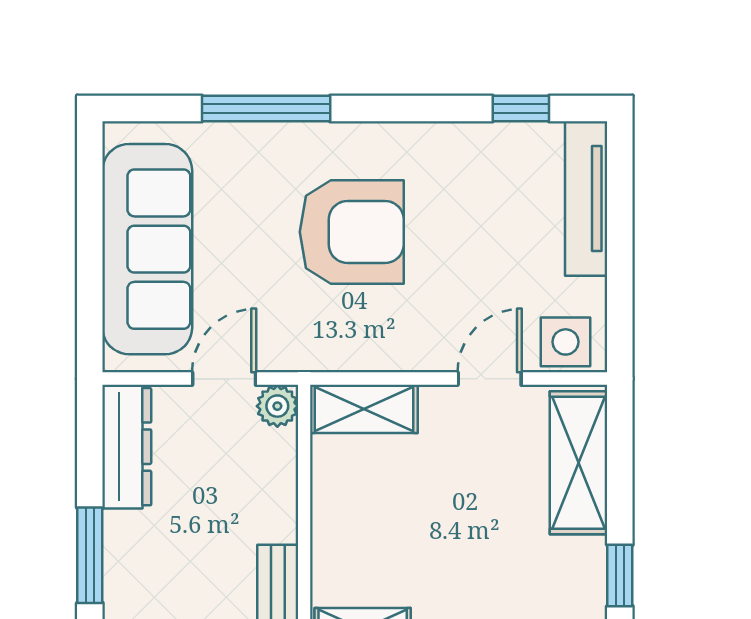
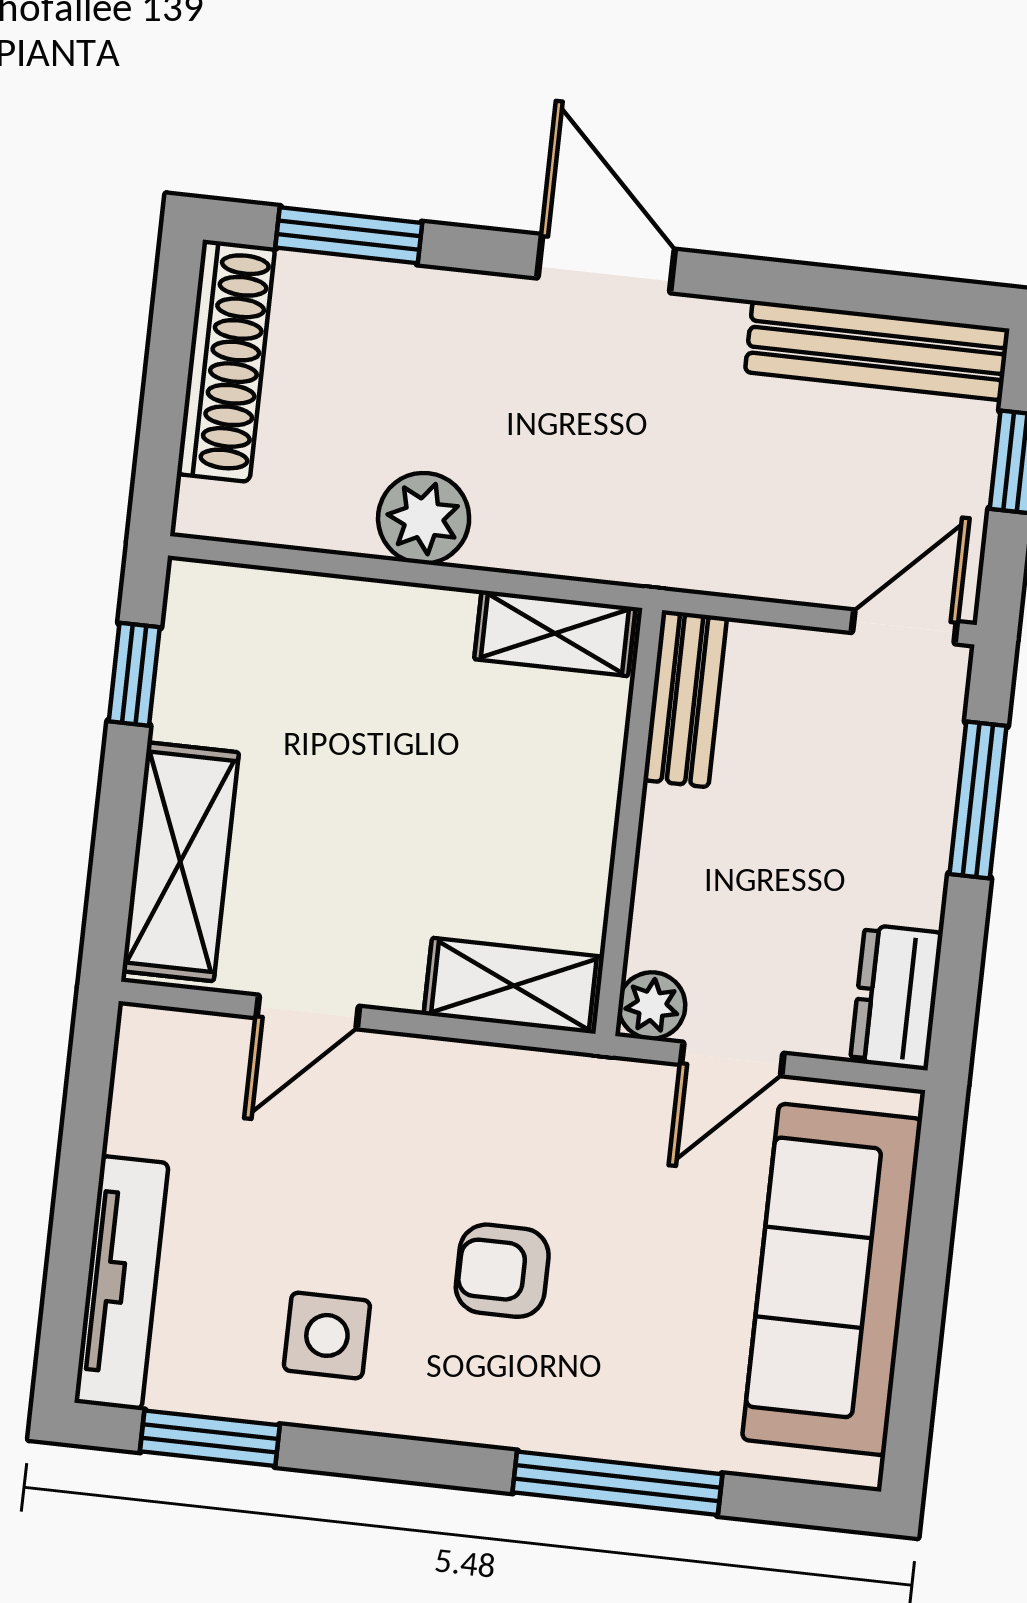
window: (521, 109) -> (210, 1438), width x1.50
armchair: (352, 232) -> (502, 1271), width x0.53, depth x0.53
side table: (566, 342) -> (327, 1335), moved
dresser: (127, 447) -> (896, 997), width x0.70

